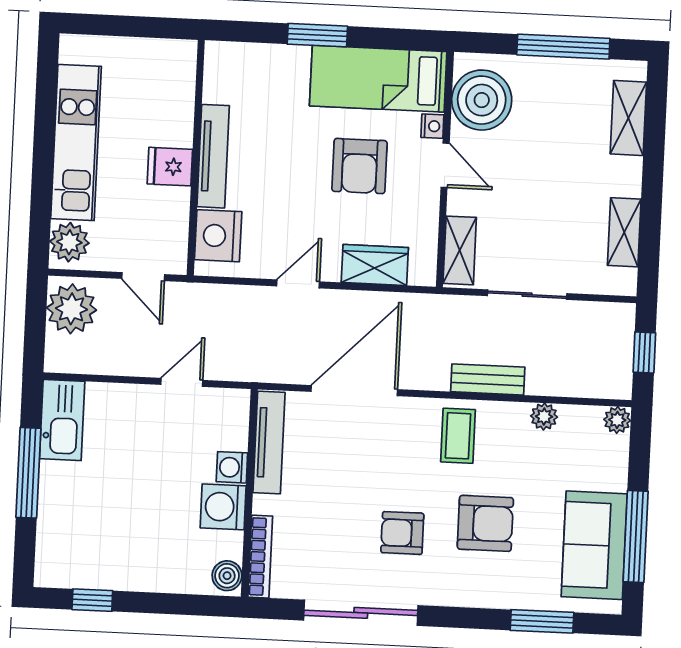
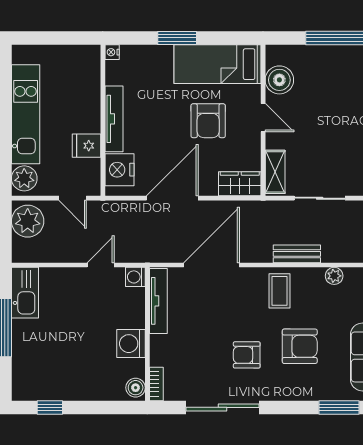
boiler: (482, 100) -> (279, 80), width x0.73, depth x0.73
nightstand: (432, 126) -> (112, 52), moved, turned 180
fridge: (170, 167) -> (86, 146), moved
wardrobe: (375, 265) -> (240, 184), moved
door: (298, 284) -> (172, 198), width x1.88
washing machine: (232, 467) -> (135, 277), moved
bookcase: (260, 557) -> (156, 384), width x0.64

